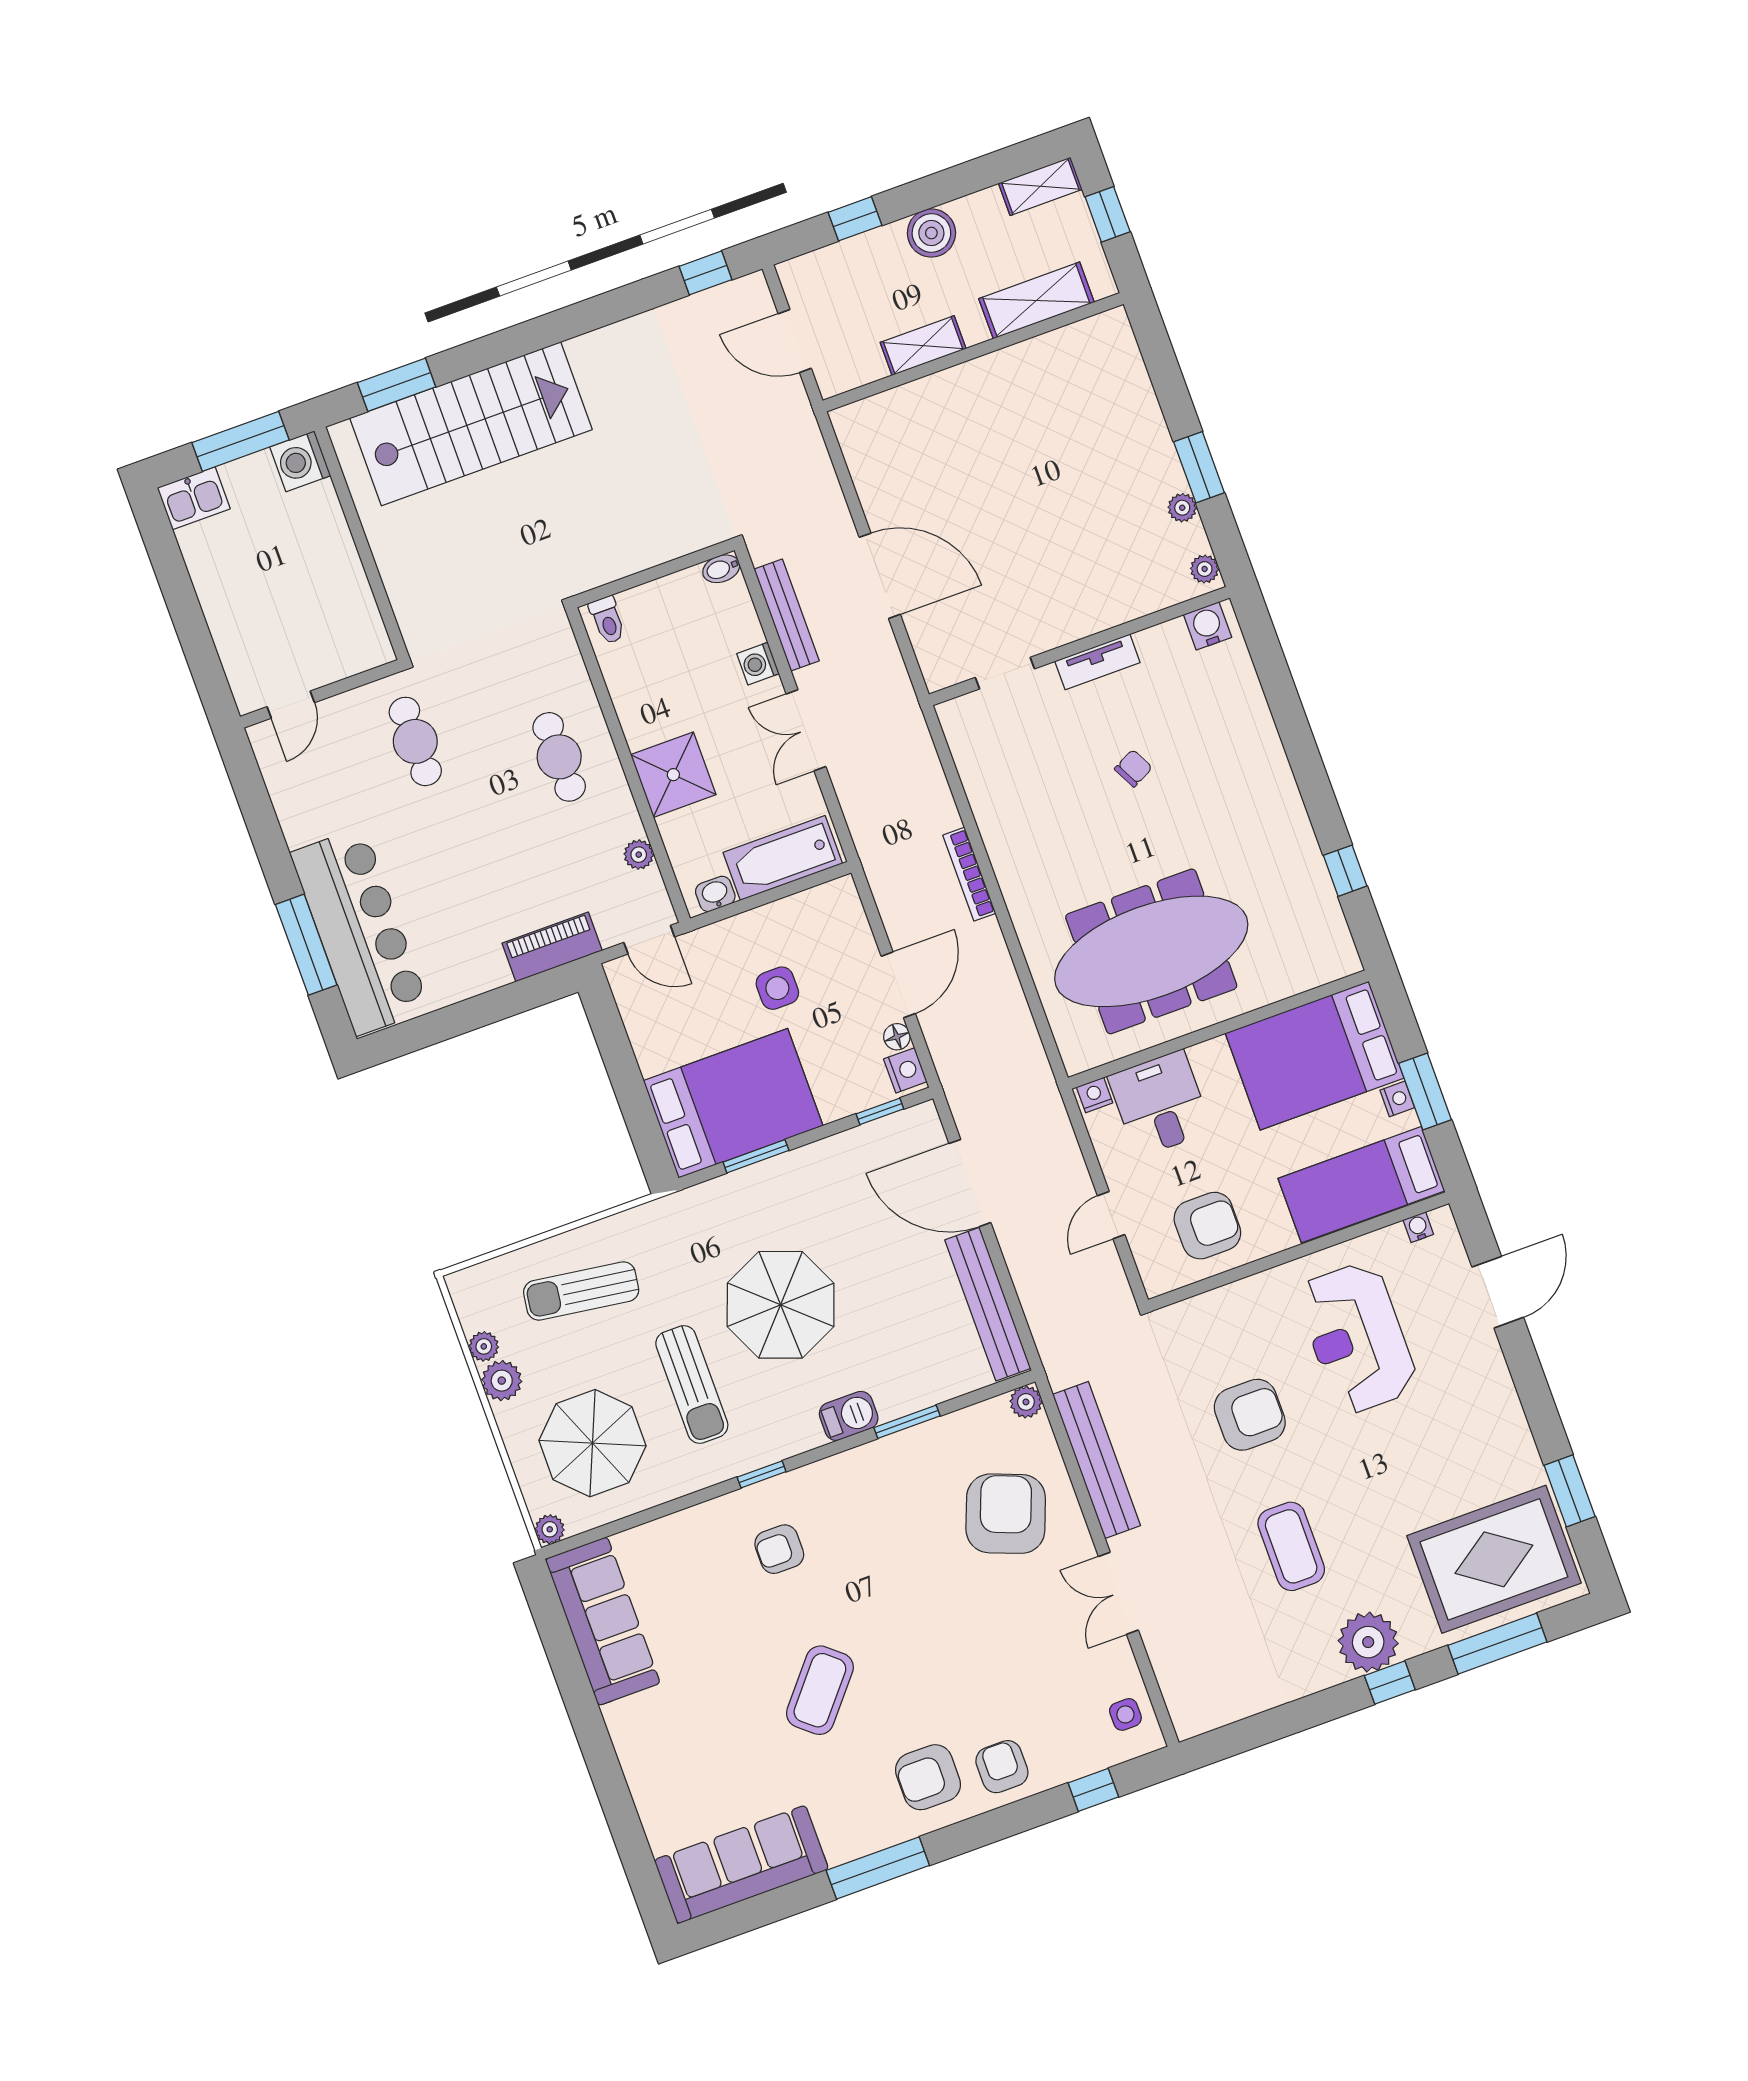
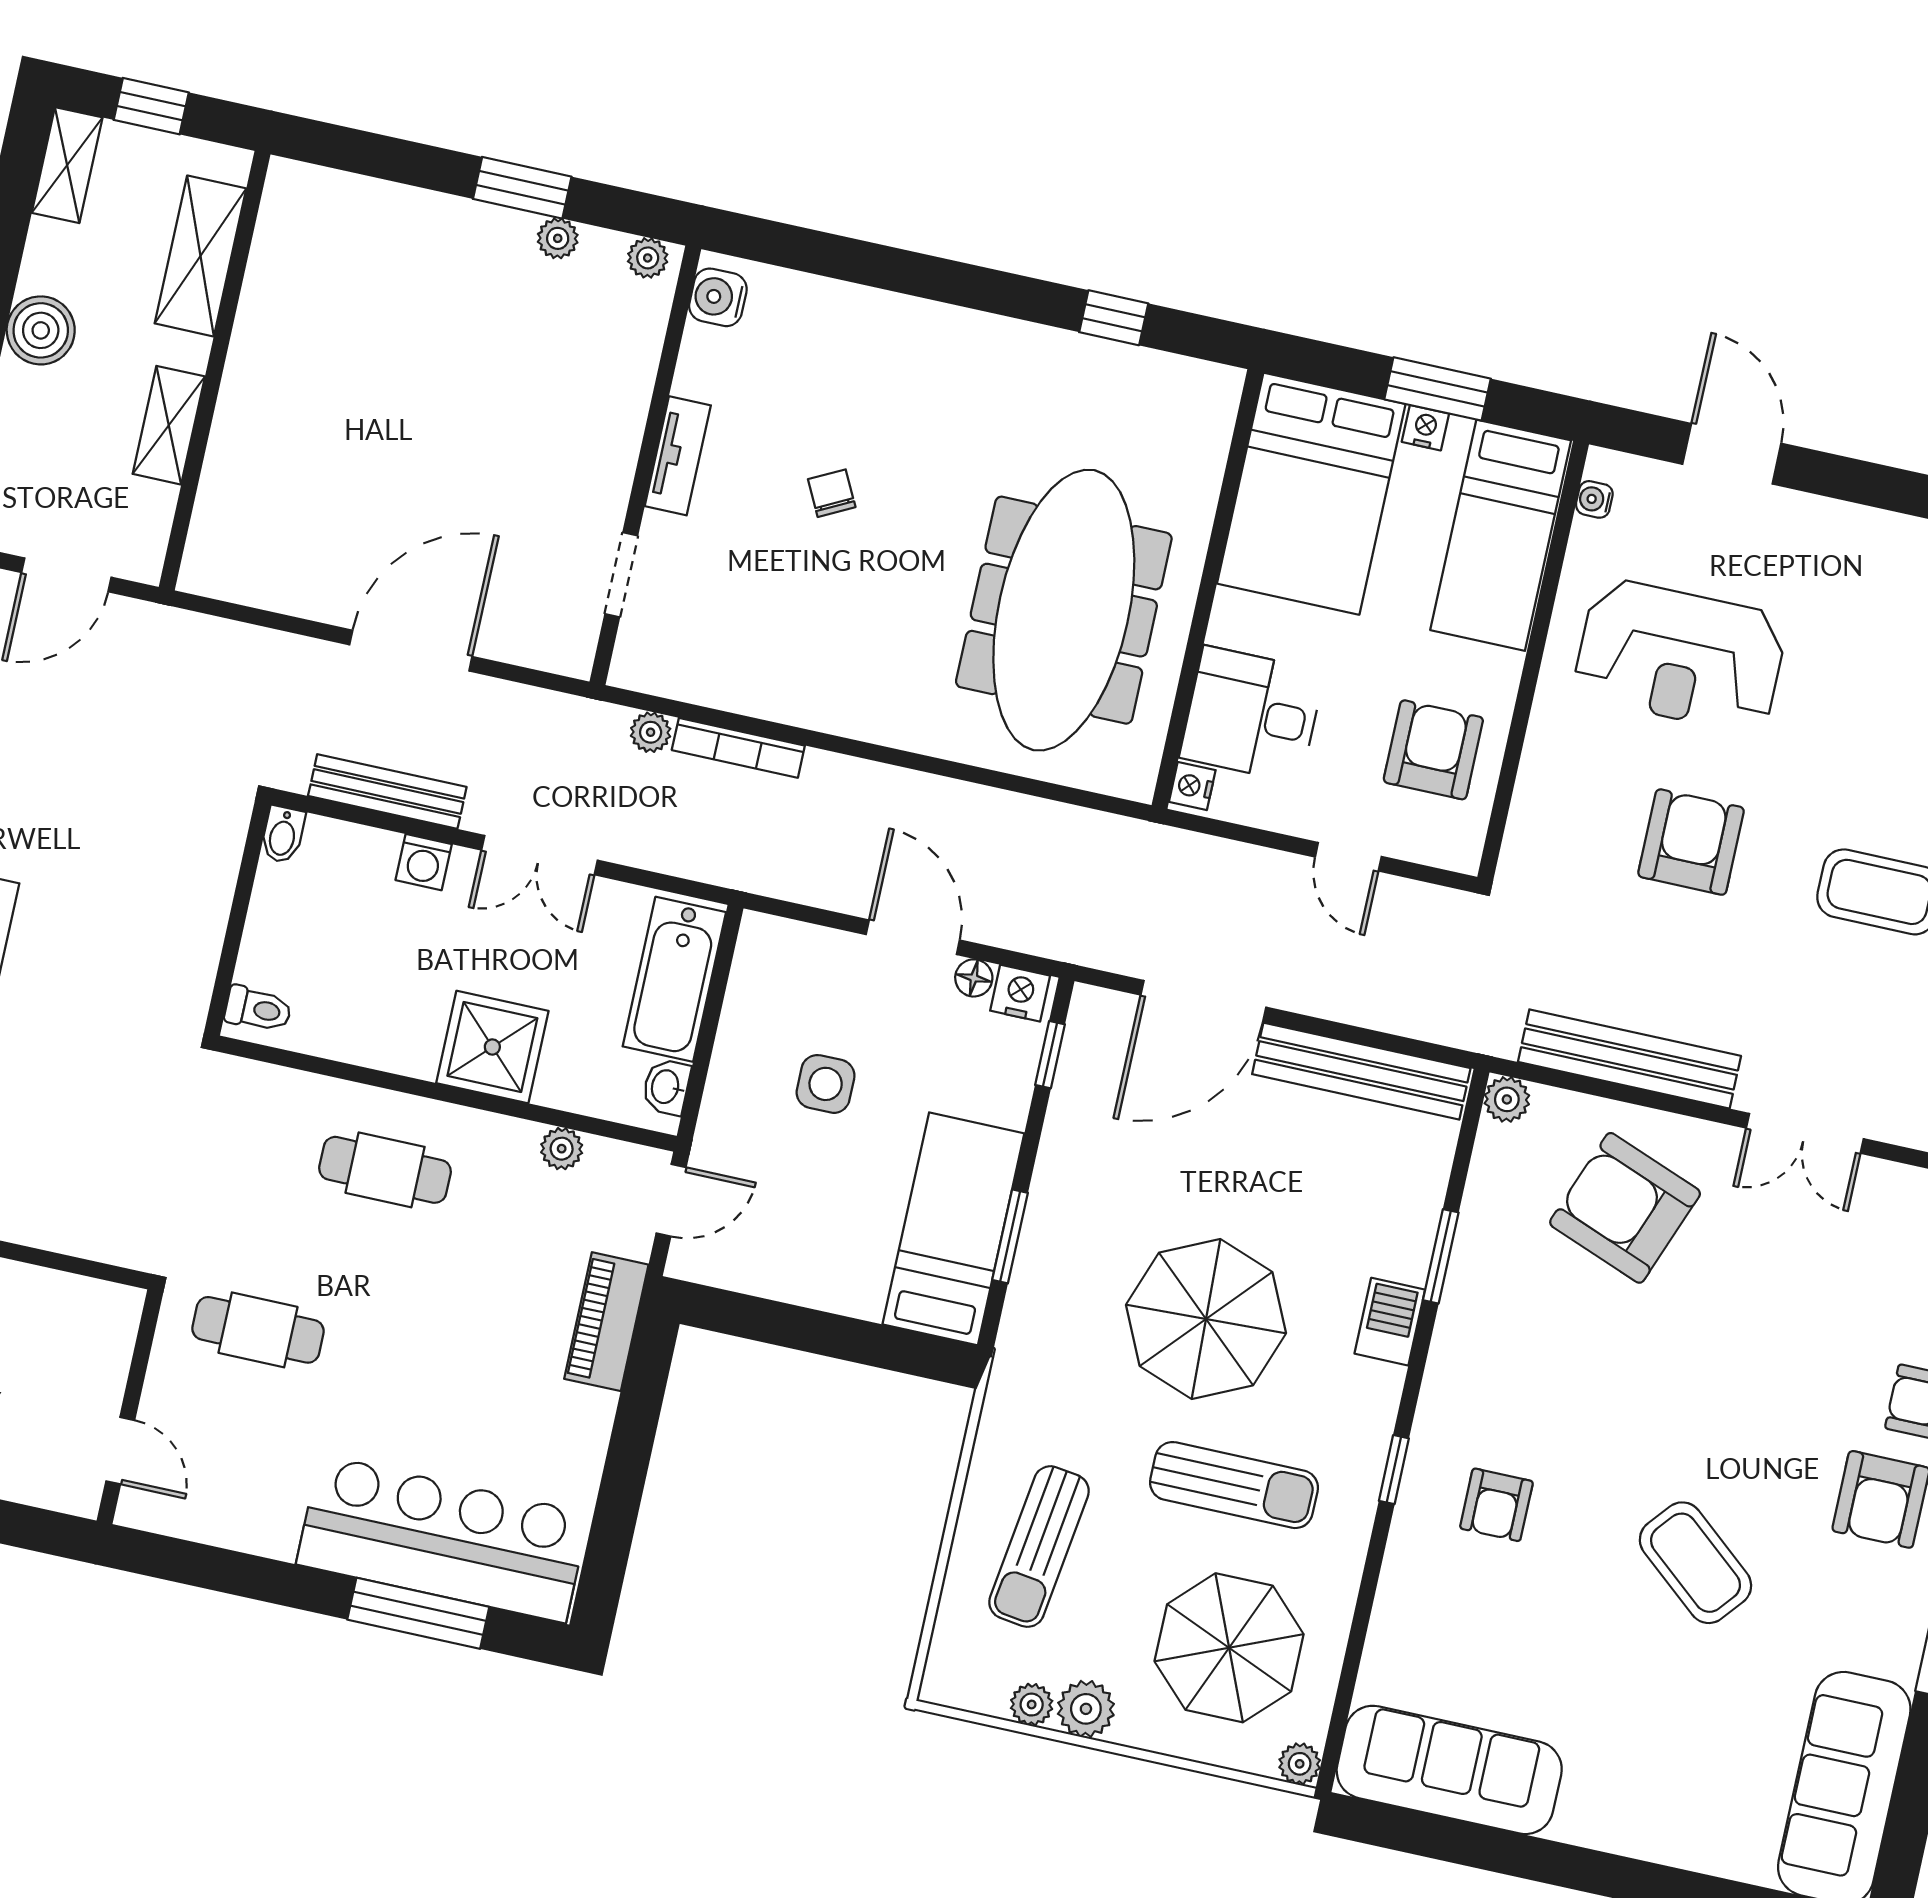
plant: (922, 750) -> (651, 732), added
bookcase: (969, 874) -> (738, 748), moved
bed: (733, 1103) -> (953, 1229), width x0.67

